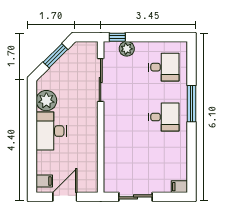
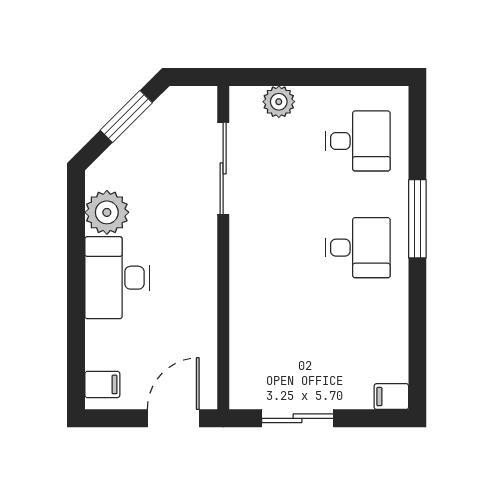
window: (117, 37) -> (259, 77), removed
door: (65, 197) -> (173, 418), moved

